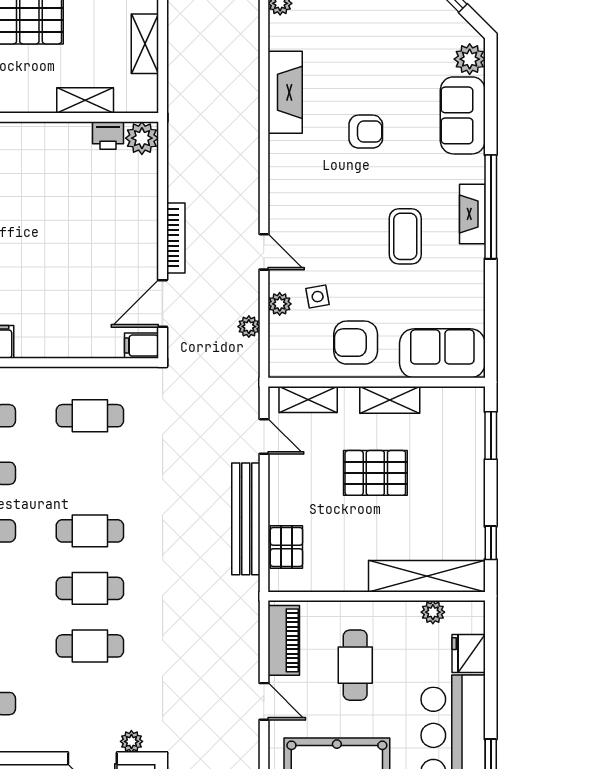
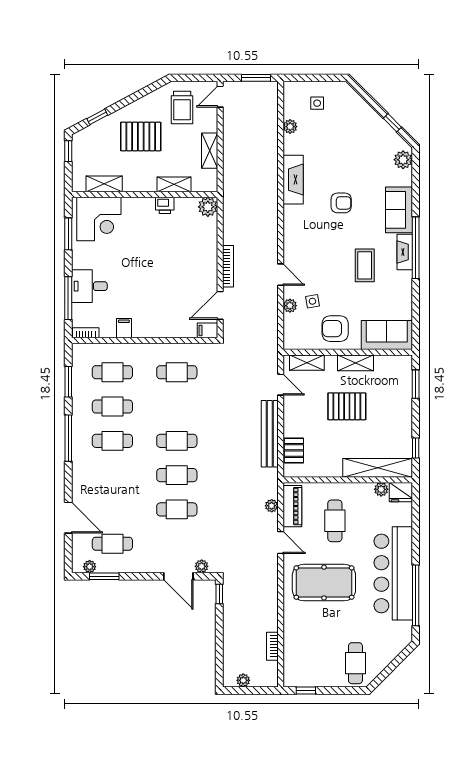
sofa: (463, 115) -> (399, 210), moved
printer: (108, 136) -> (165, 205), moved
plant: (249, 327) -> (272, 506), moved
fridge: (469, 654) -> (401, 492), moved, turned -90

